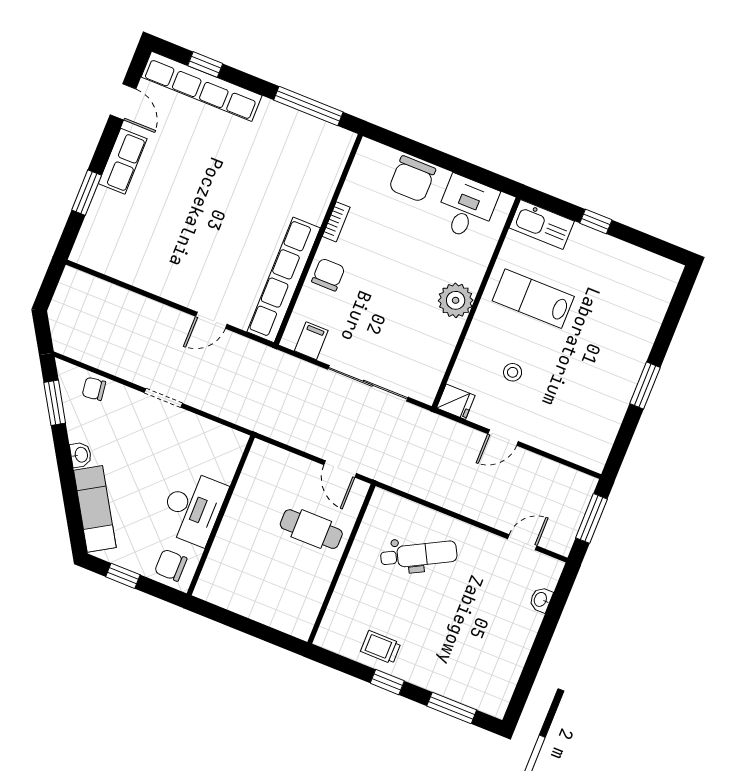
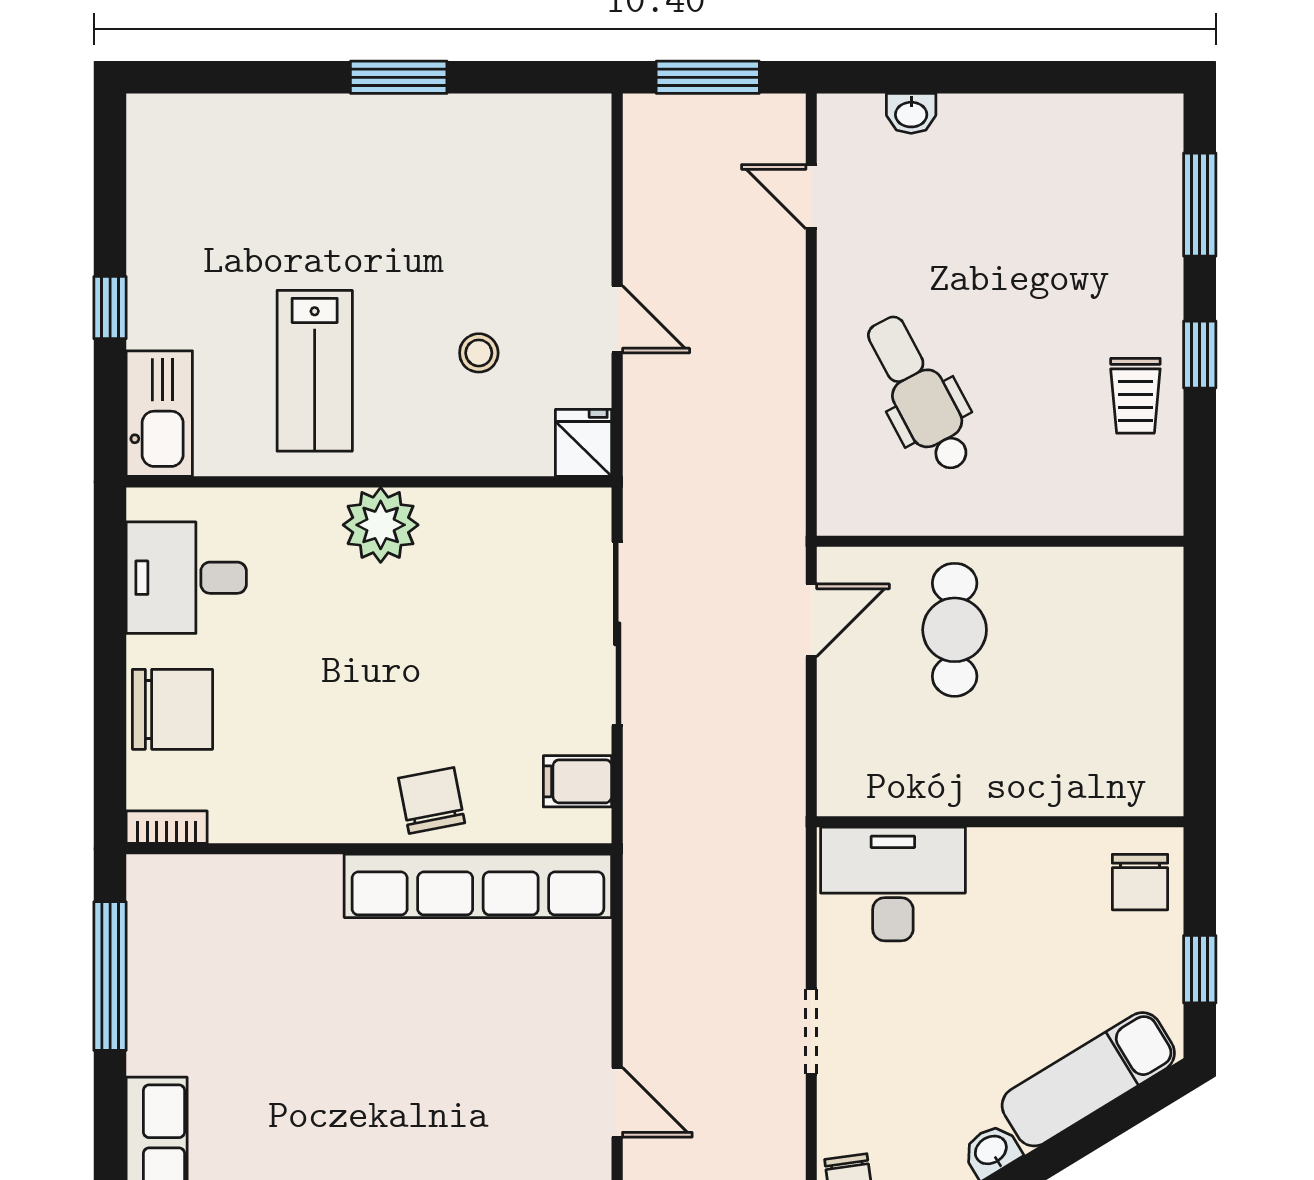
bookcase: (336, 222) -> (167, 827), moved
chair: (328, 275) -> (432, 800), turned 79
door: (211, 320) -> (617, 1102), moved
desk: (193, 508) -> (893, 884), moved

